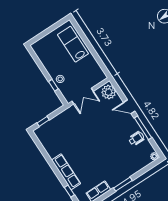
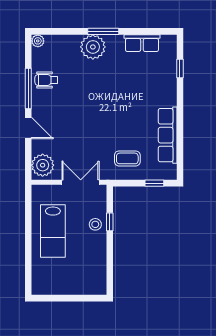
lab bench: (73, 44) -> (53, 231), moved
coffee table: (66, 125) -> (127, 158), added
row of seats: (66, 172) -> (168, 135), moved
plant: (123, 172) -> (93, 47), added

